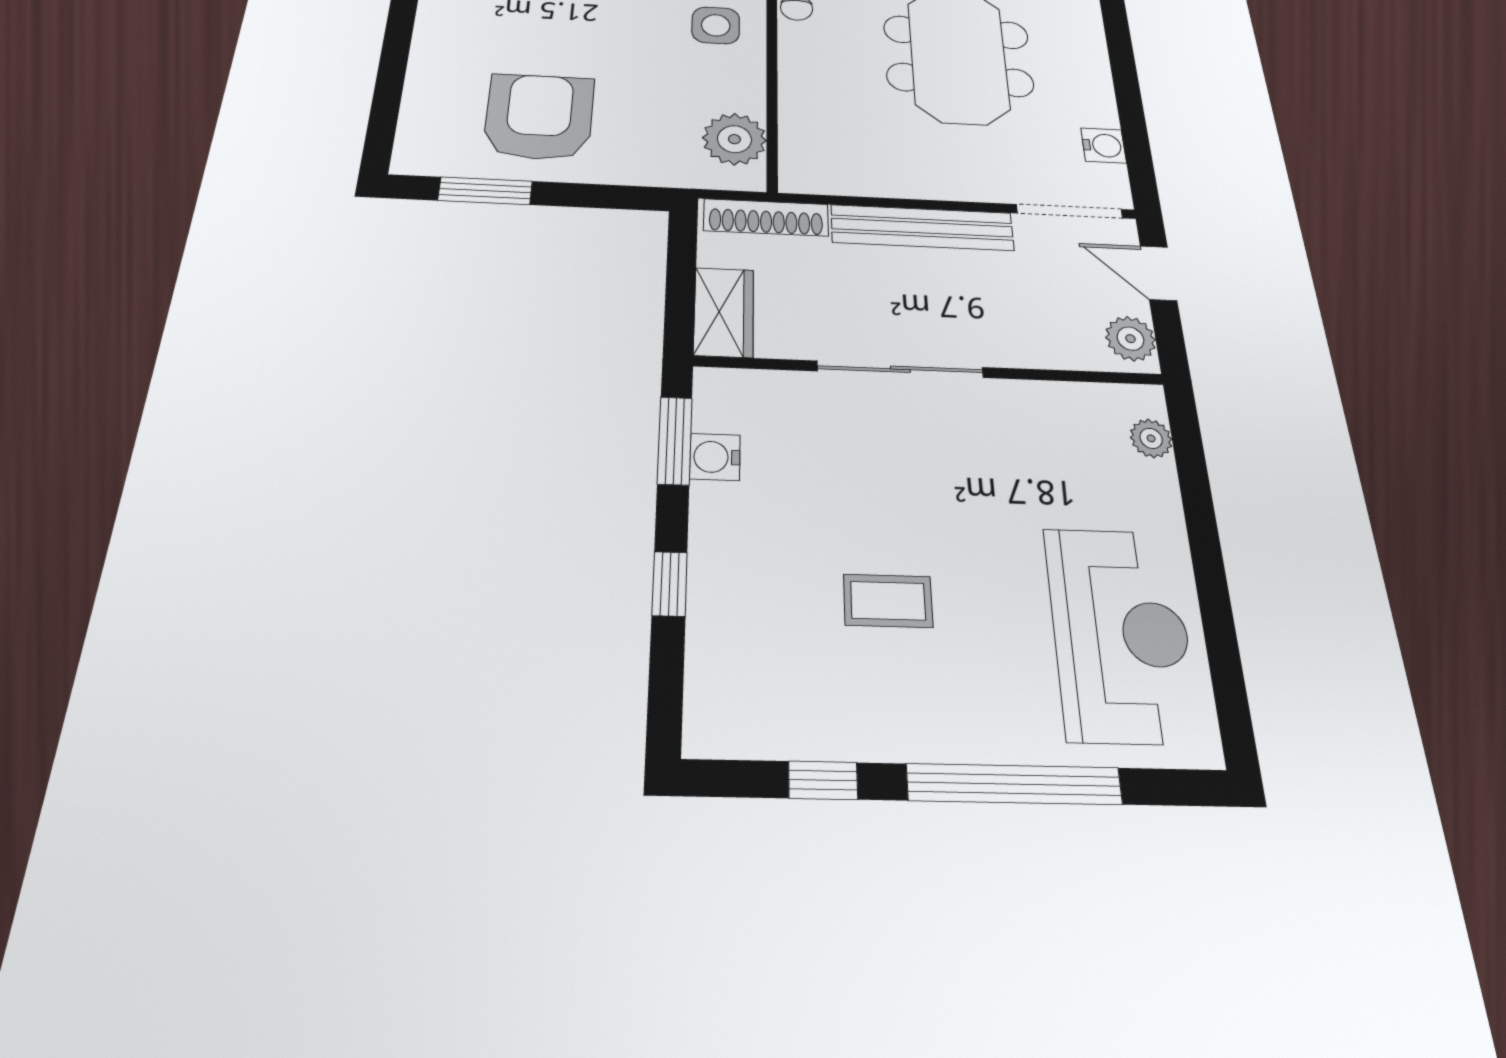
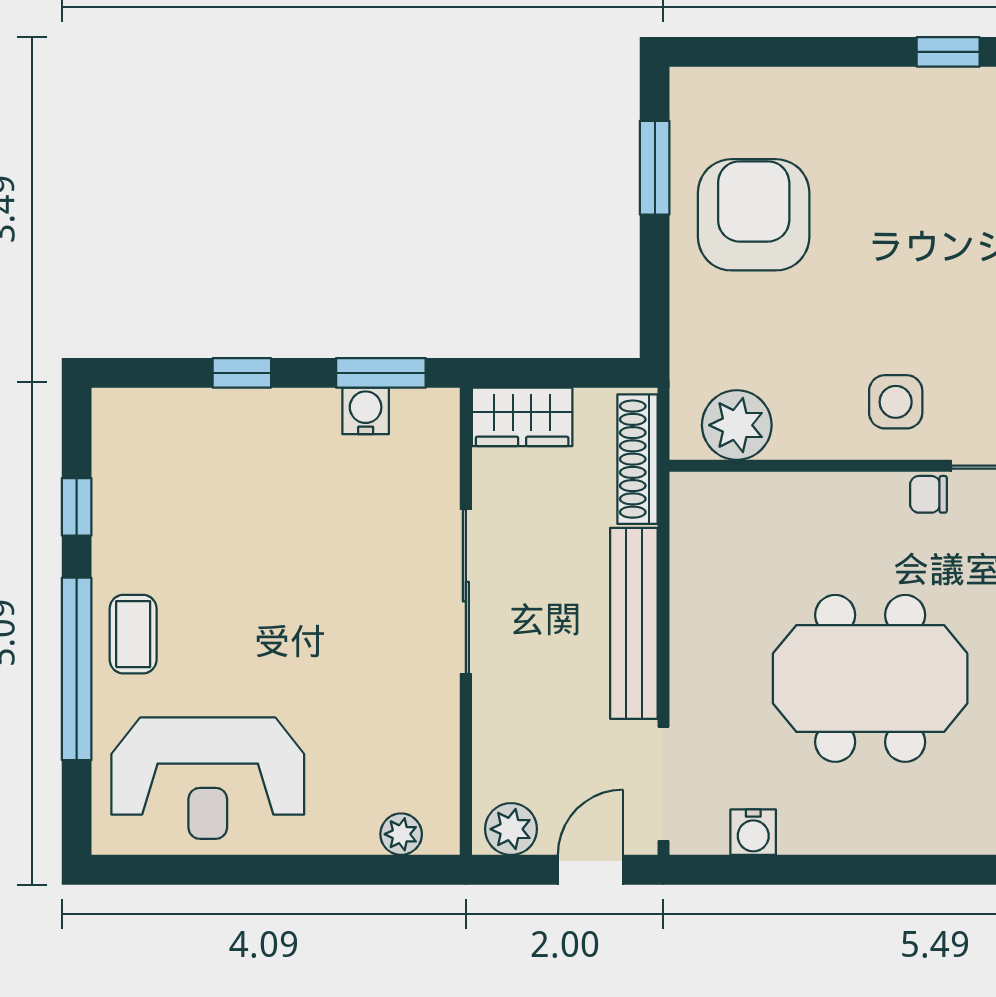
armchair: (539, 117) -> (754, 215), turned -90
coffee table: (888, 601) -> (133, 634), moved

